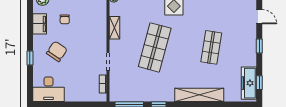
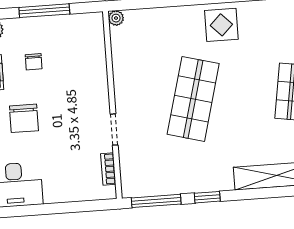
shelving: (115, 28) -> (121, 70), removed
chair: (57, 51) -> (24, 118), turned 146

